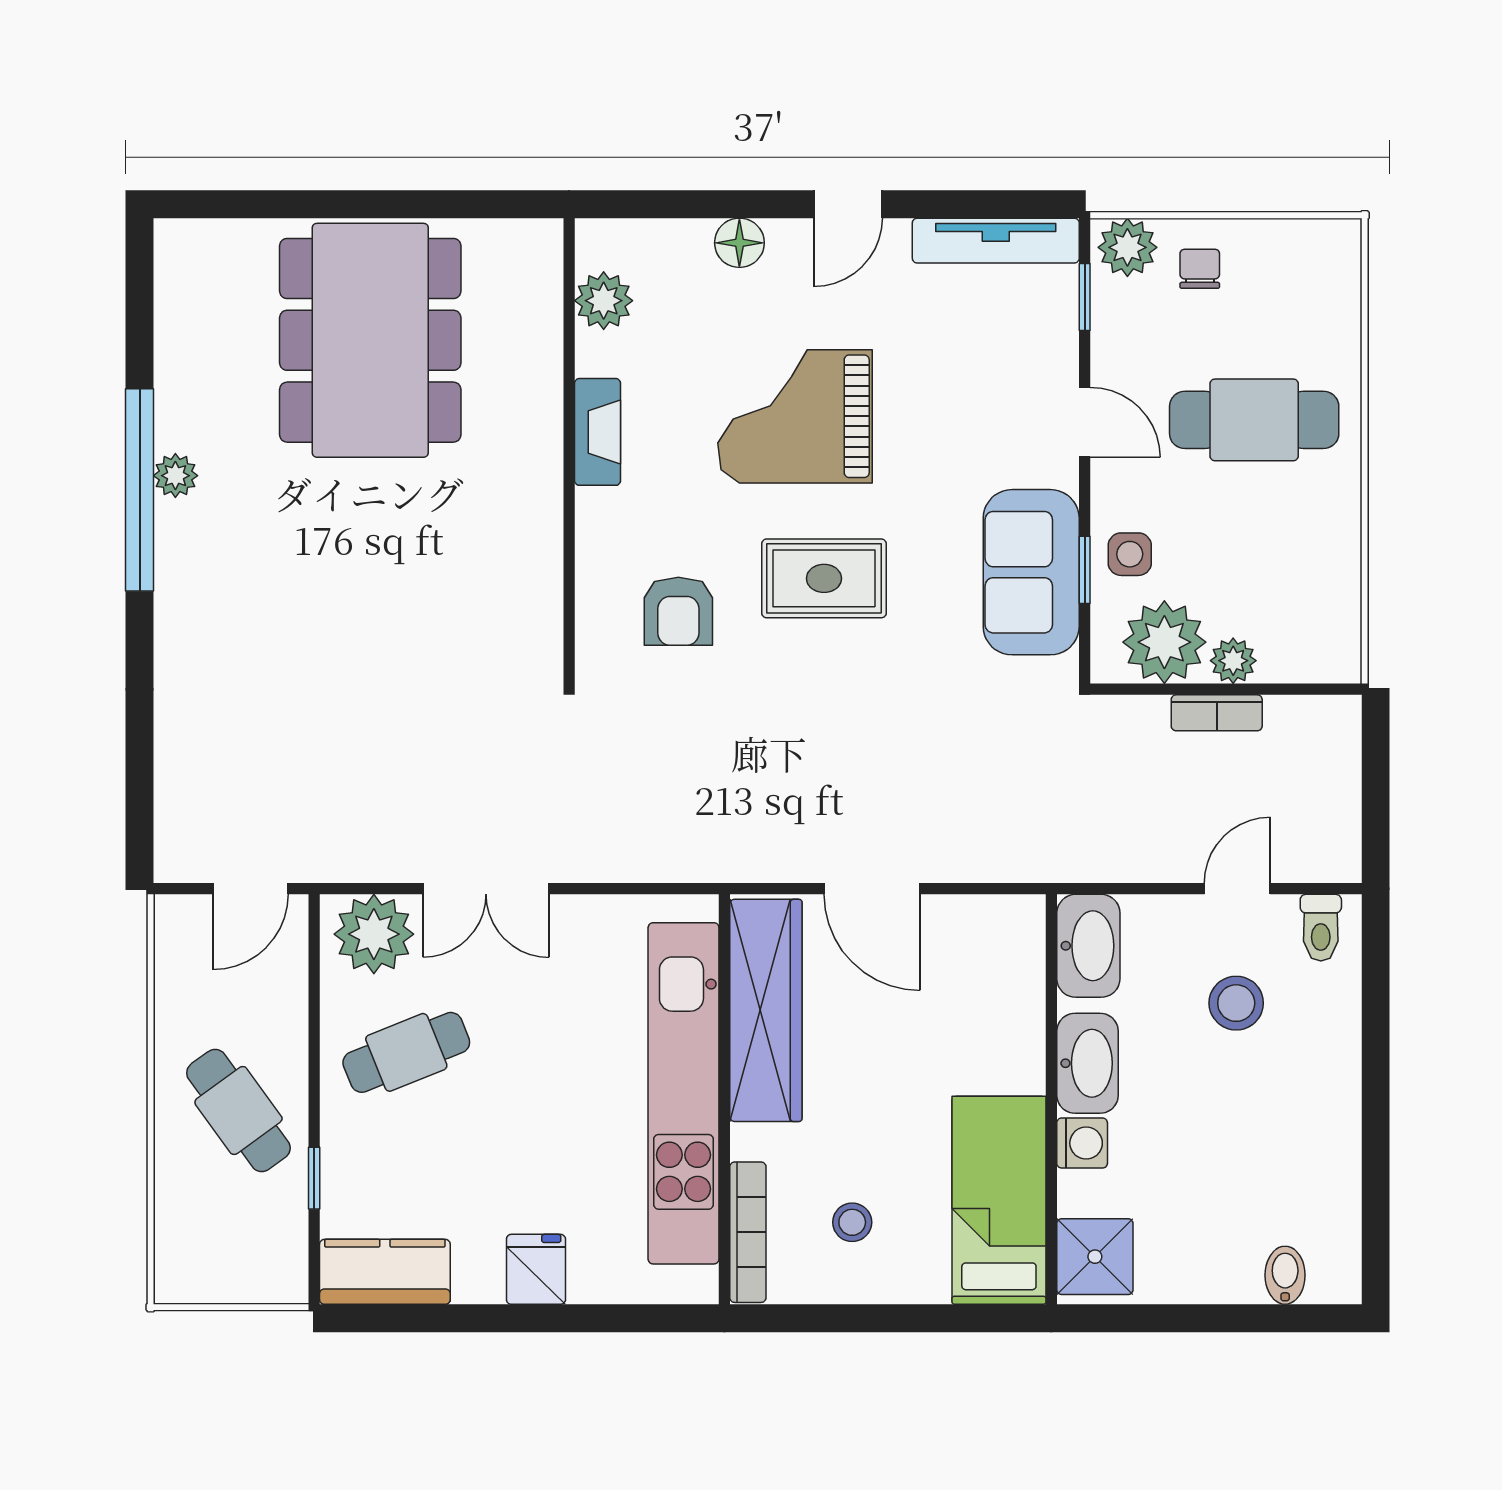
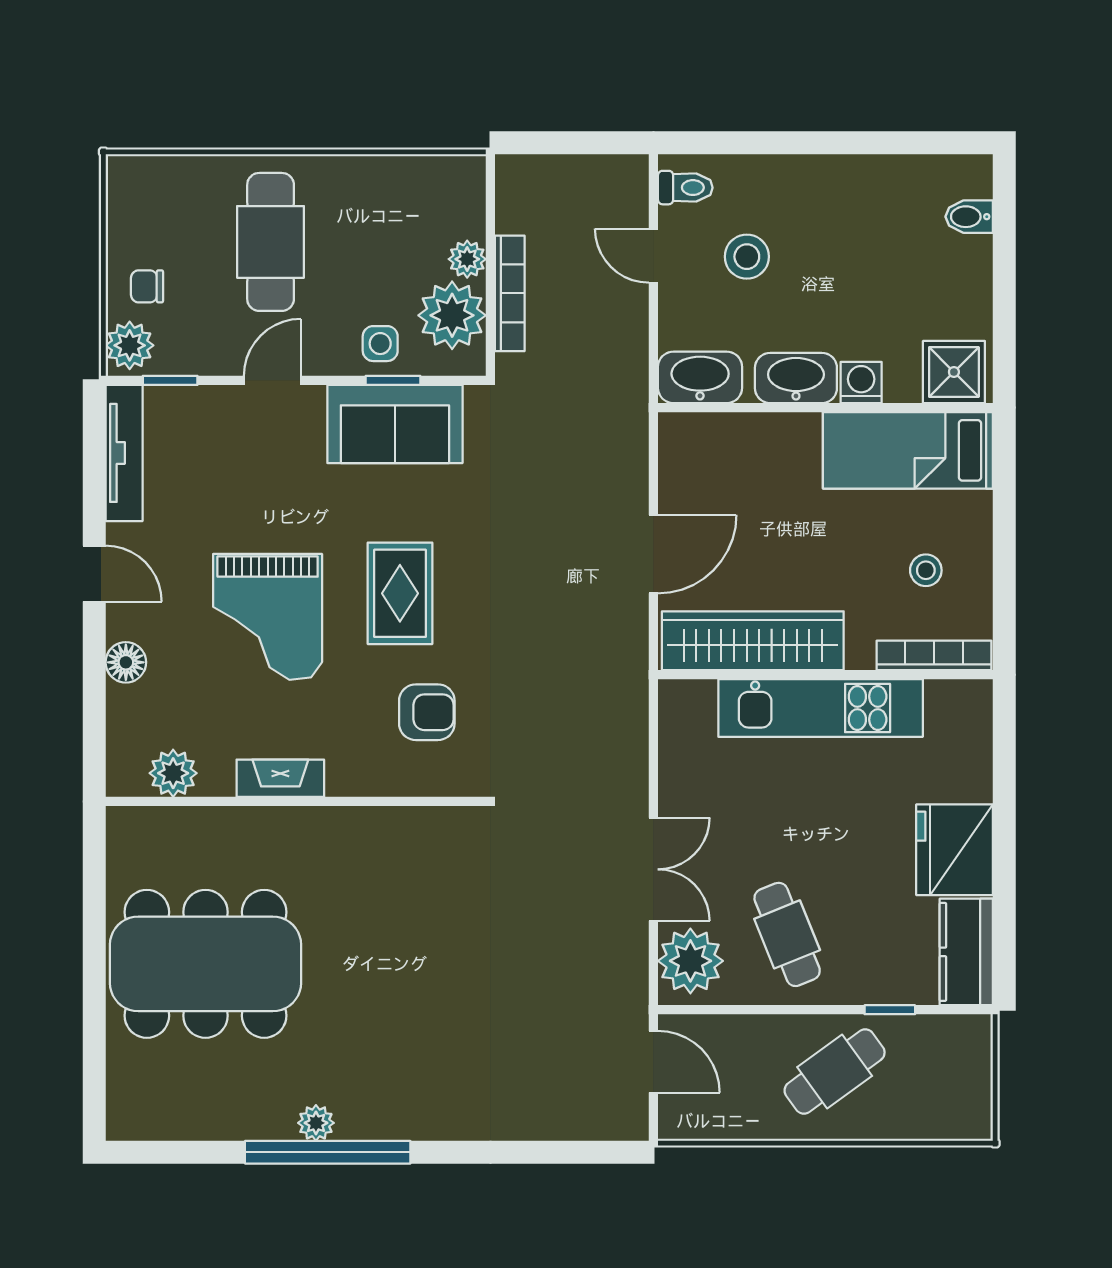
bookcase: (1217, 713) -> (510, 293), width x1.56
kitchen unit: (684, 1093) -> (821, 708), width x0.73
fridge: (536, 1269) -> (955, 850), width x1.88, depth x1.34

